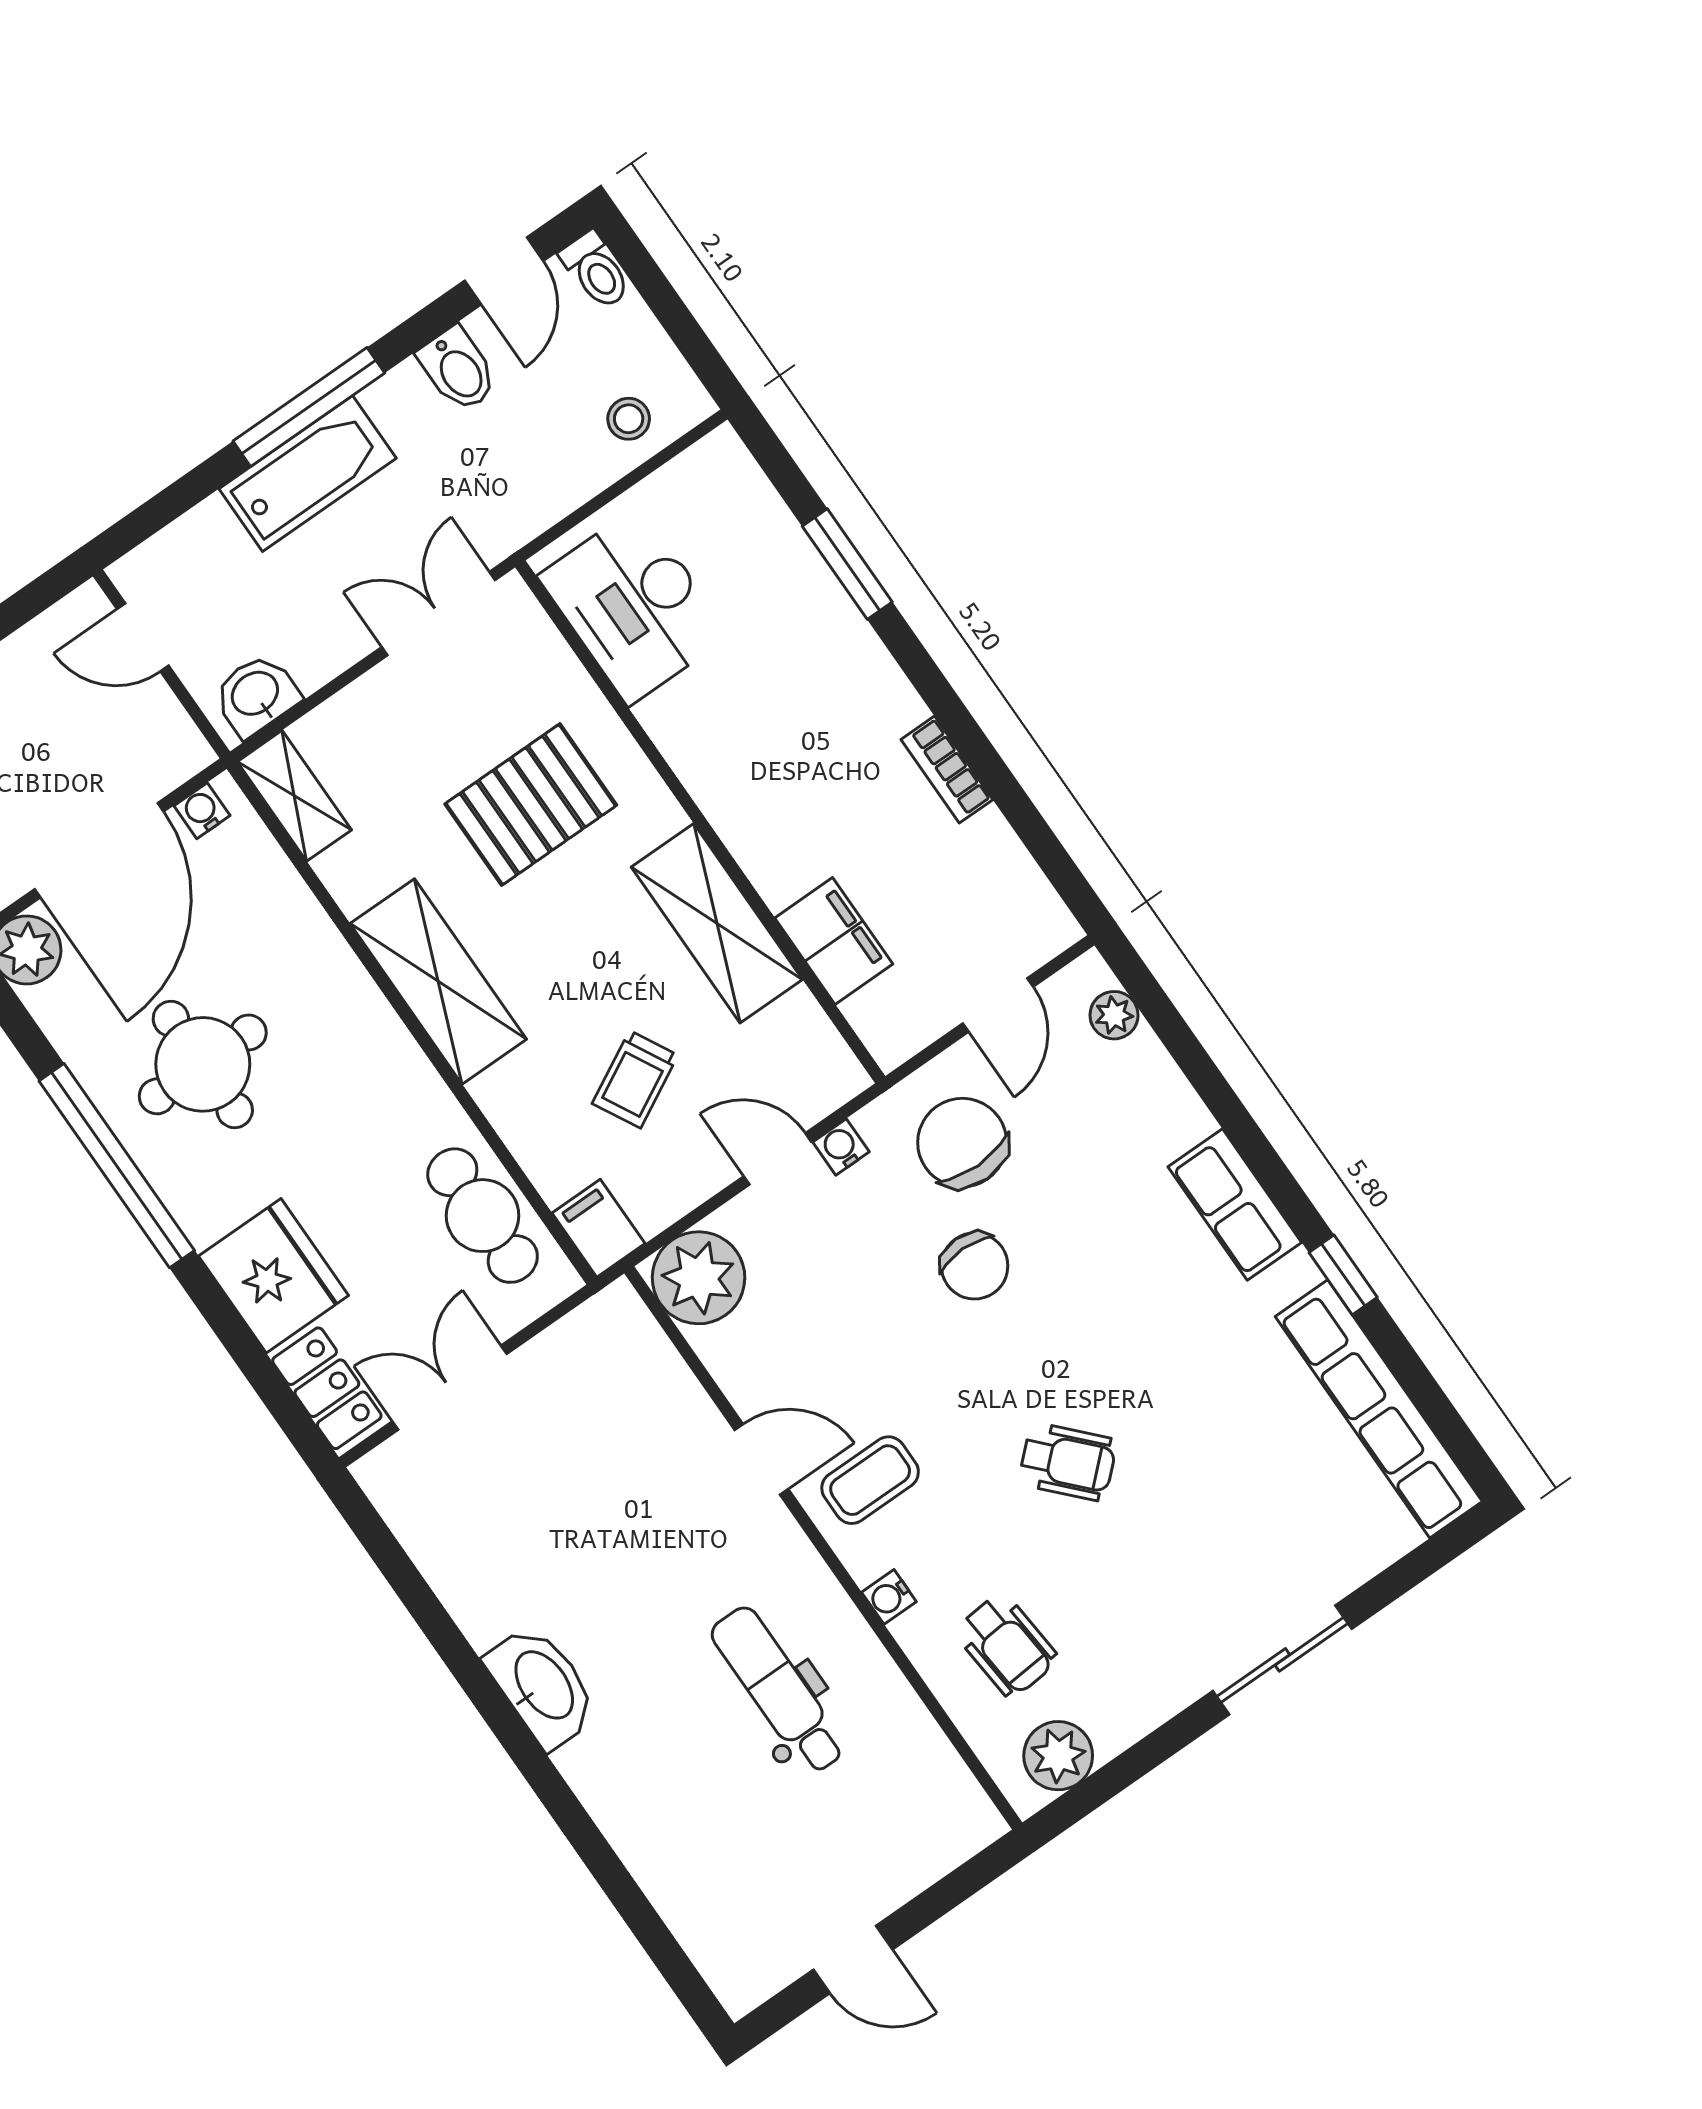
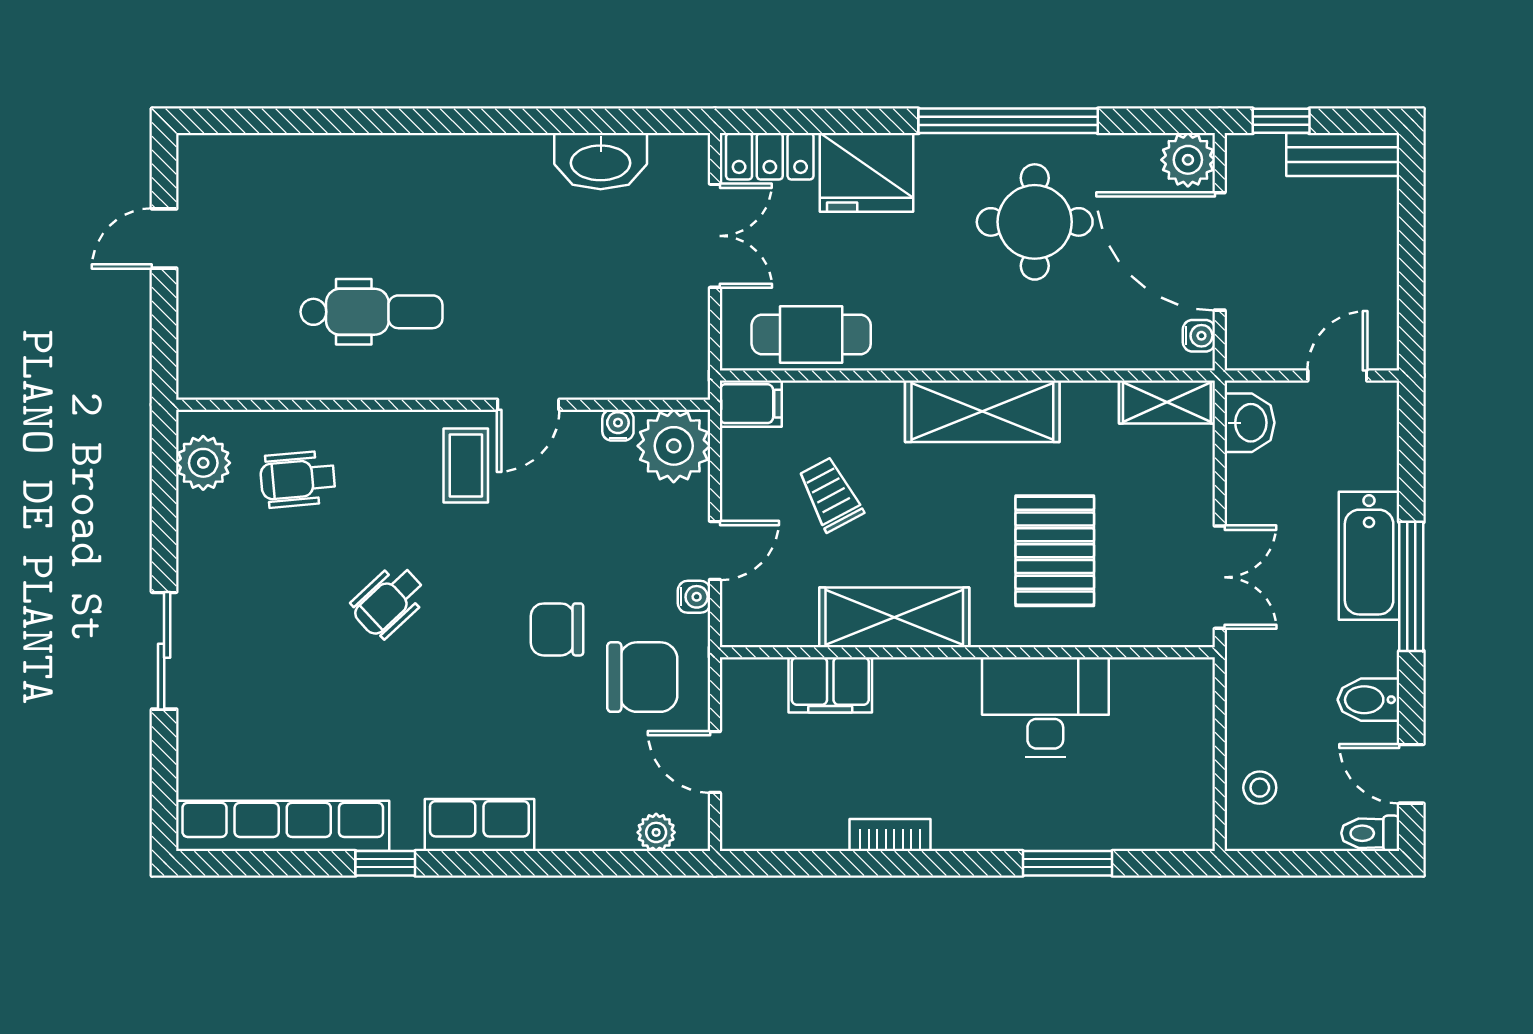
desk: (634, 606) -> (1045, 707), moved
water cooler: (889, 1597) -> (618, 425), moved
washbasin: (542, 1686) -> (601, 161), moved

